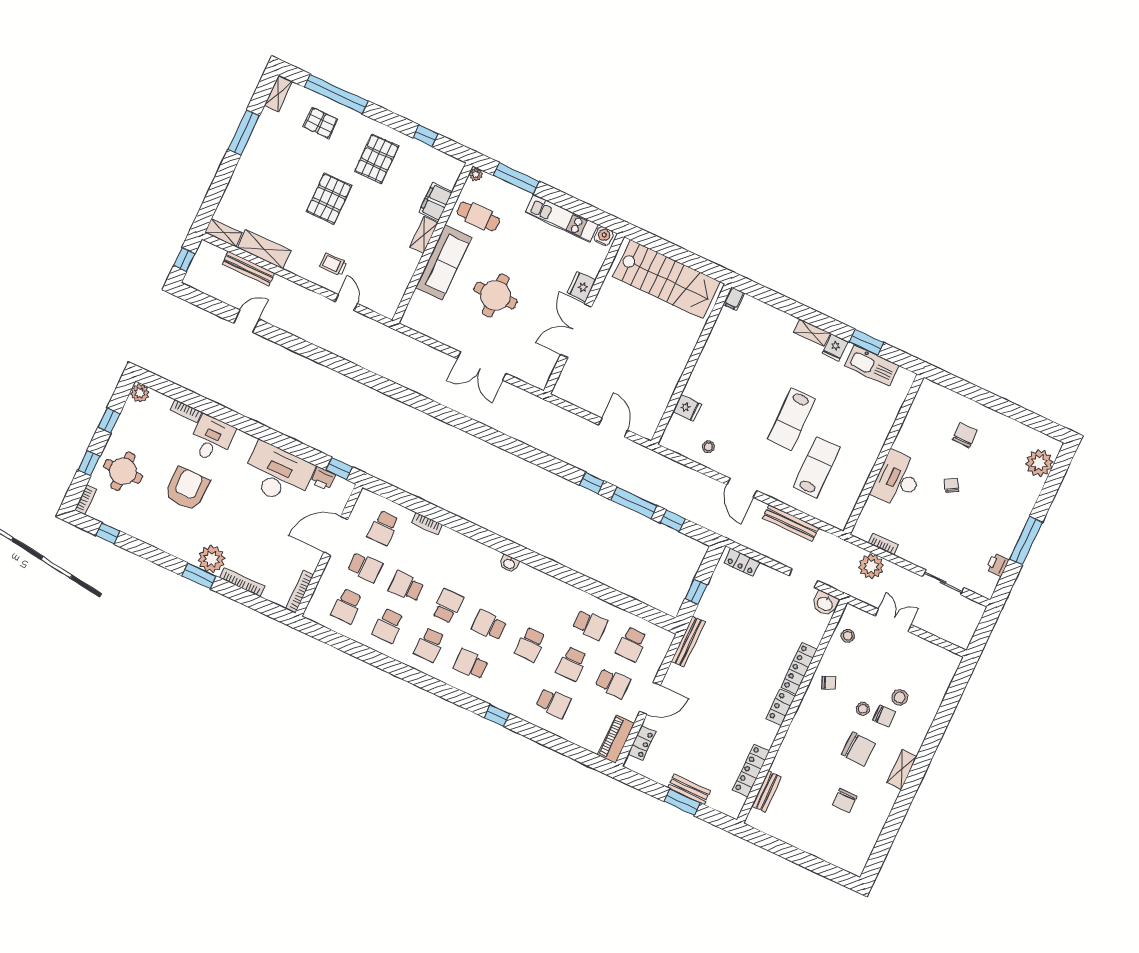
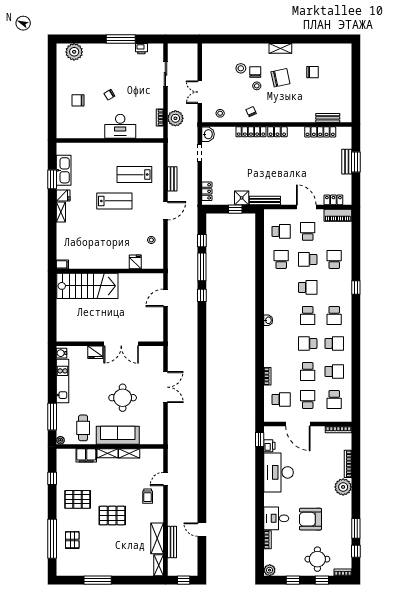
shelving: (278, 93) -> (129, 453), moved
stairs: (667, 279) -> (87, 286), moved, turned 90
bench: (791, 523) -> (172, 179), width x0.73
window: (199, 576) -> (356, 528), moved
school desk: (347, 606) -> (334, 400), turned 90
shower: (708, 609) -> (242, 198), added
school desk: (572, 664) -> (308, 259), turned 180
chair: (858, 749) -> (280, 78), turned 75

